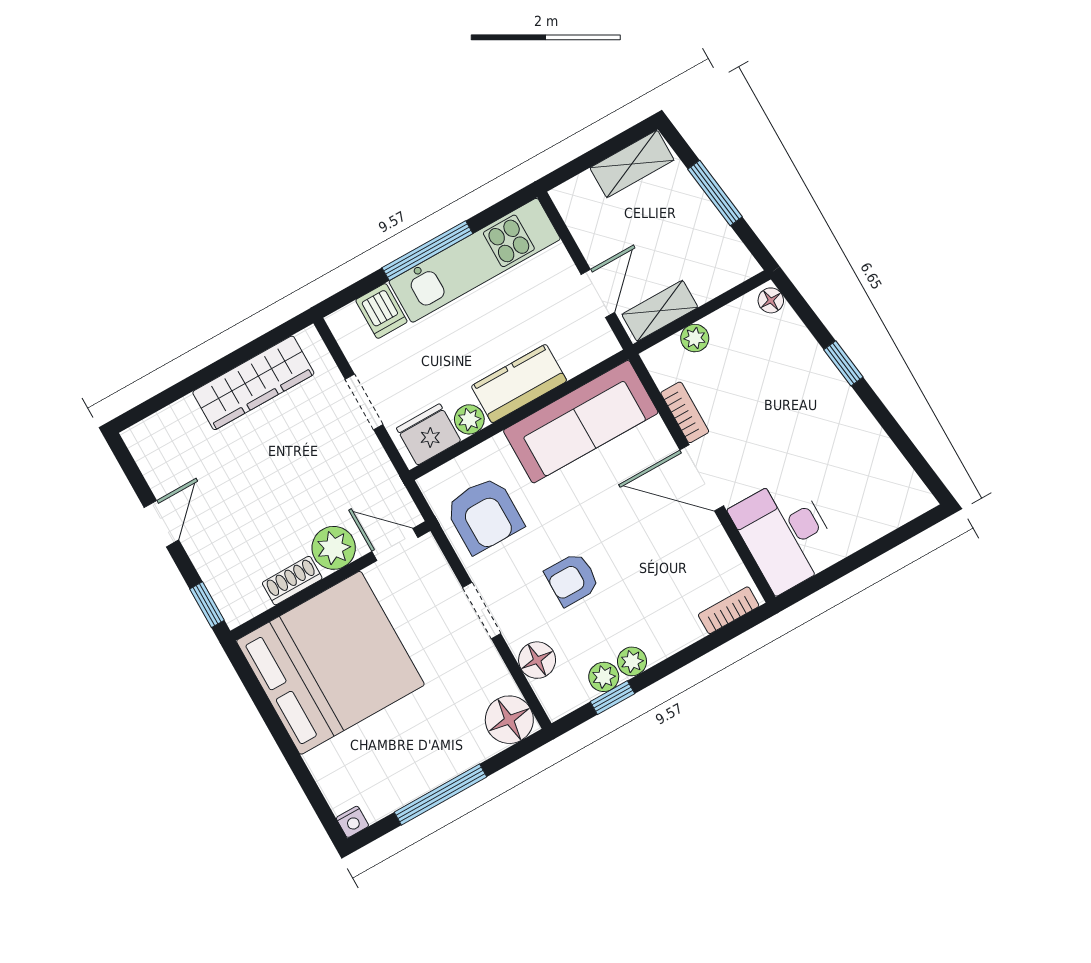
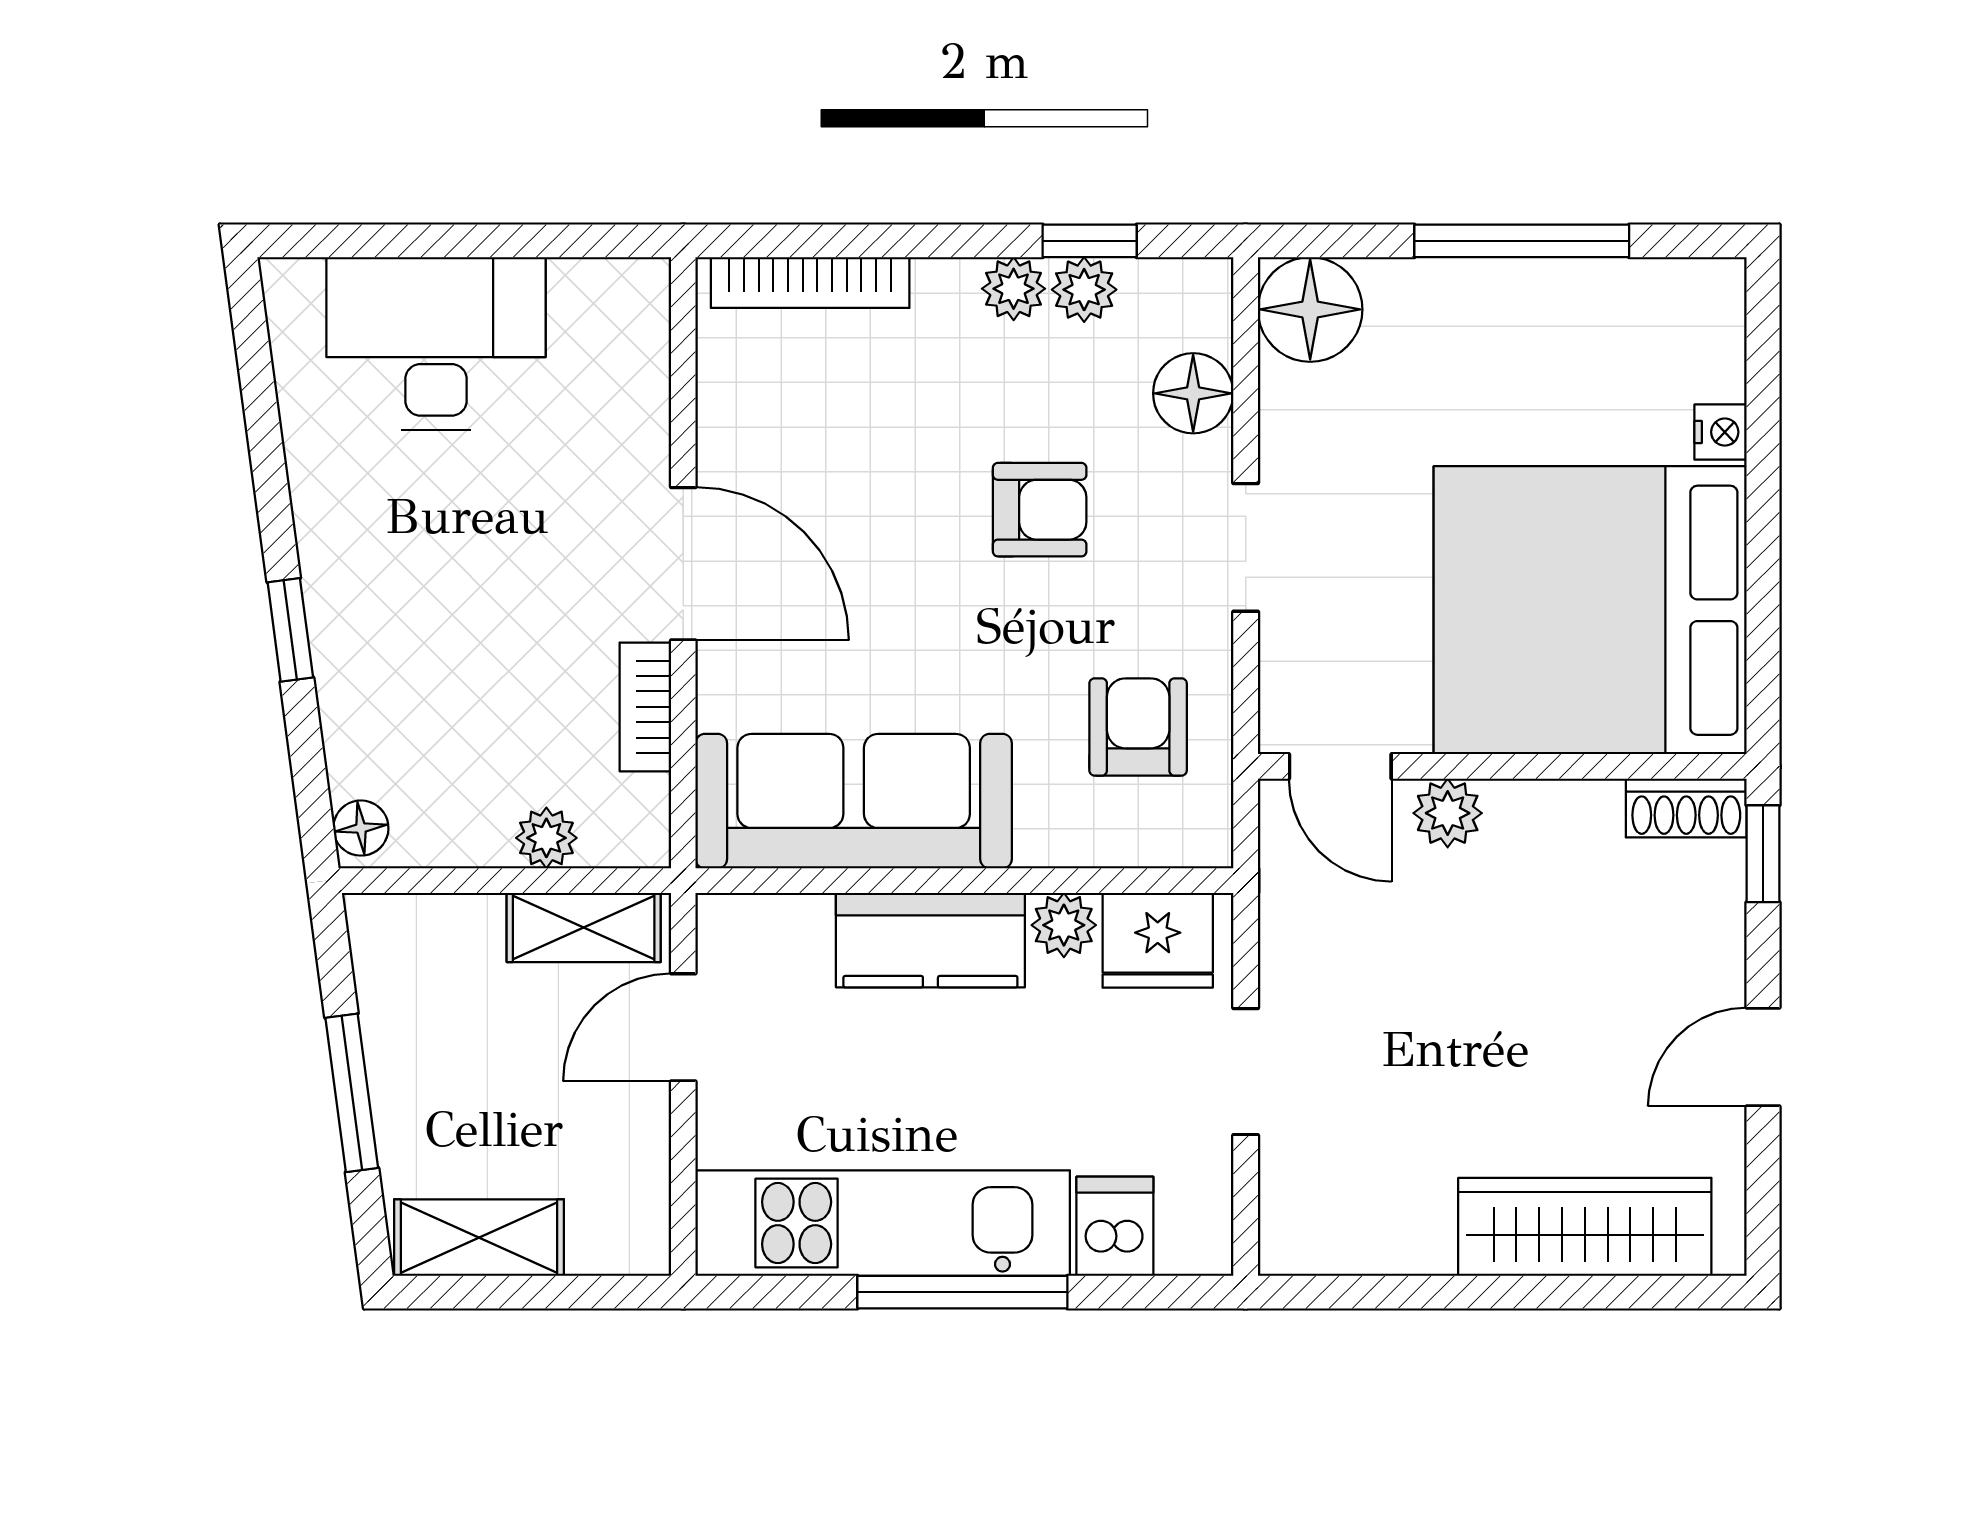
wardrobe: (253, 383) -> (1585, 1227), moved
armchair: (484, 515) -> (1138, 727), width x0.72, depth x0.72
desk: (785, 534) -> (436, 343), moved, turned -90
plant: (334, 548) -> (1448, 813), width x0.73, depth x0.73
shoe rack: (292, 581) -> (1686, 808), moved
bookcase: (729, 610) -> (810, 283), width x1.56
nightstand: (352, 822) -> (1721, 432), moved, turned 90

